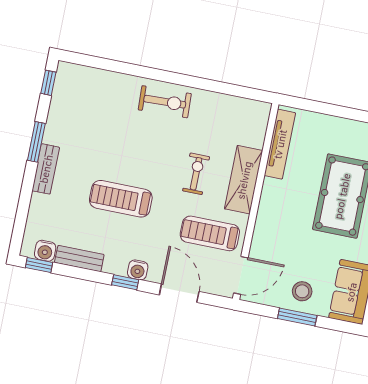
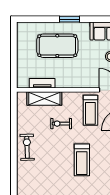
tv unit: (280, 144) -> (42, 83), width x0.71
shelving: (244, 180) -> (44, 98), moved

